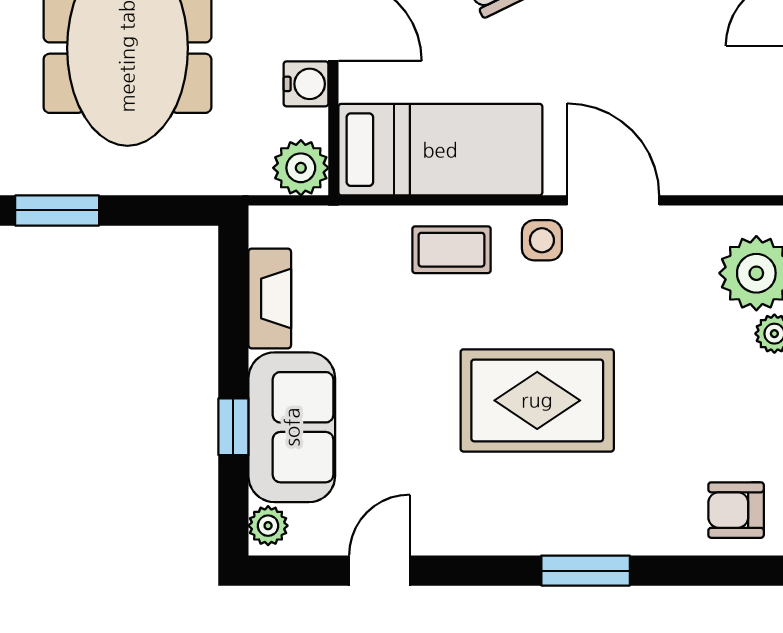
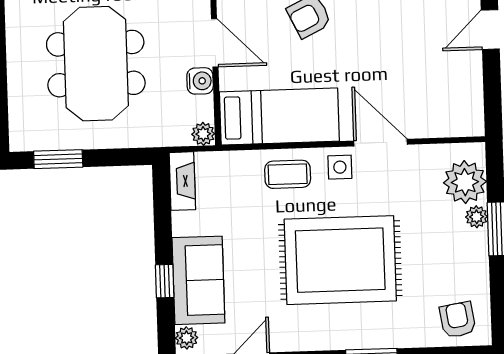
plant: (301, 168) -> (203, 134), width x0.73, depth x0.73
fireplace: (270, 299) -> (182, 181), moved
rug: (537, 400) -> (340, 260), width x1.37, depth x1.44
armchair: (736, 510) -> (458, 320), turned 81

